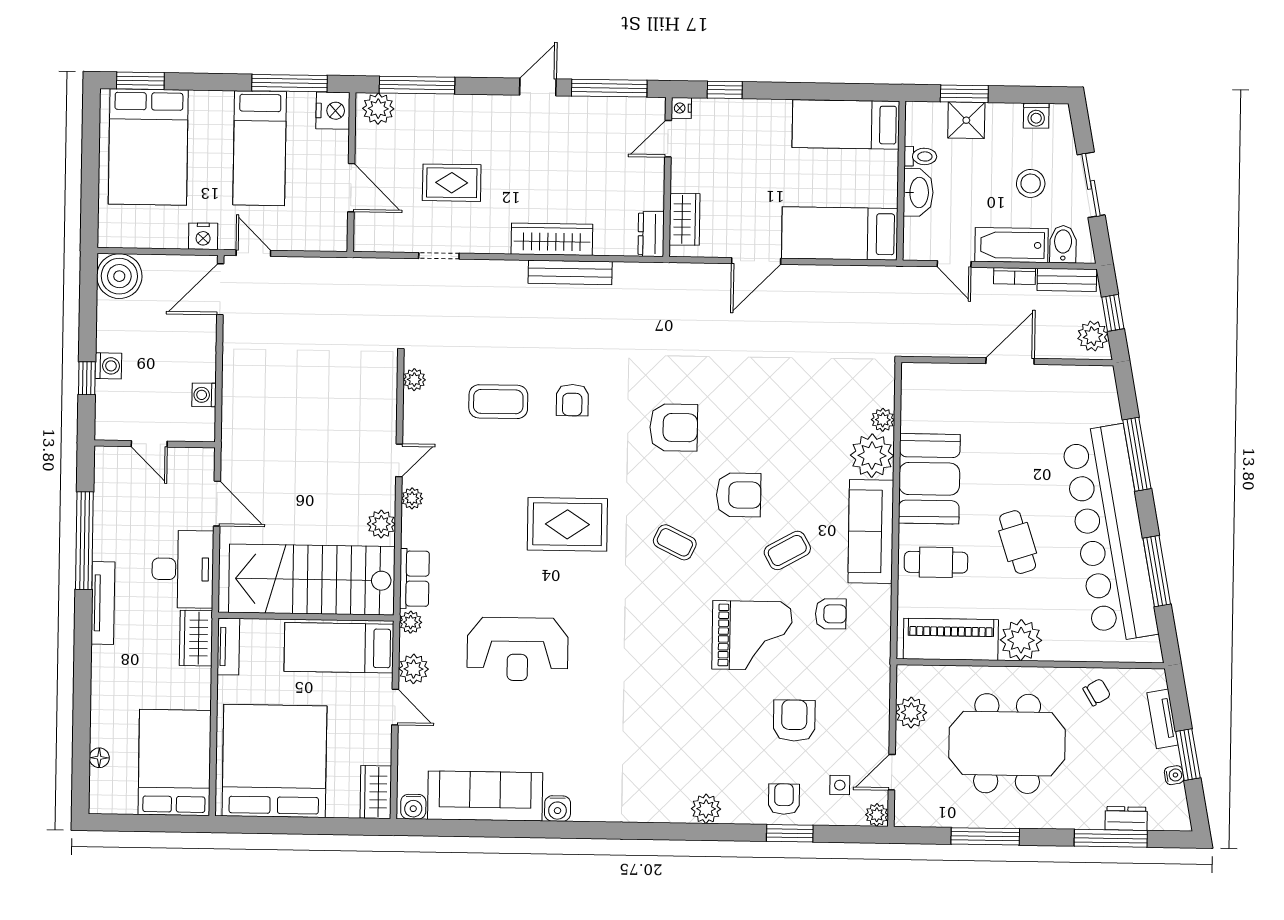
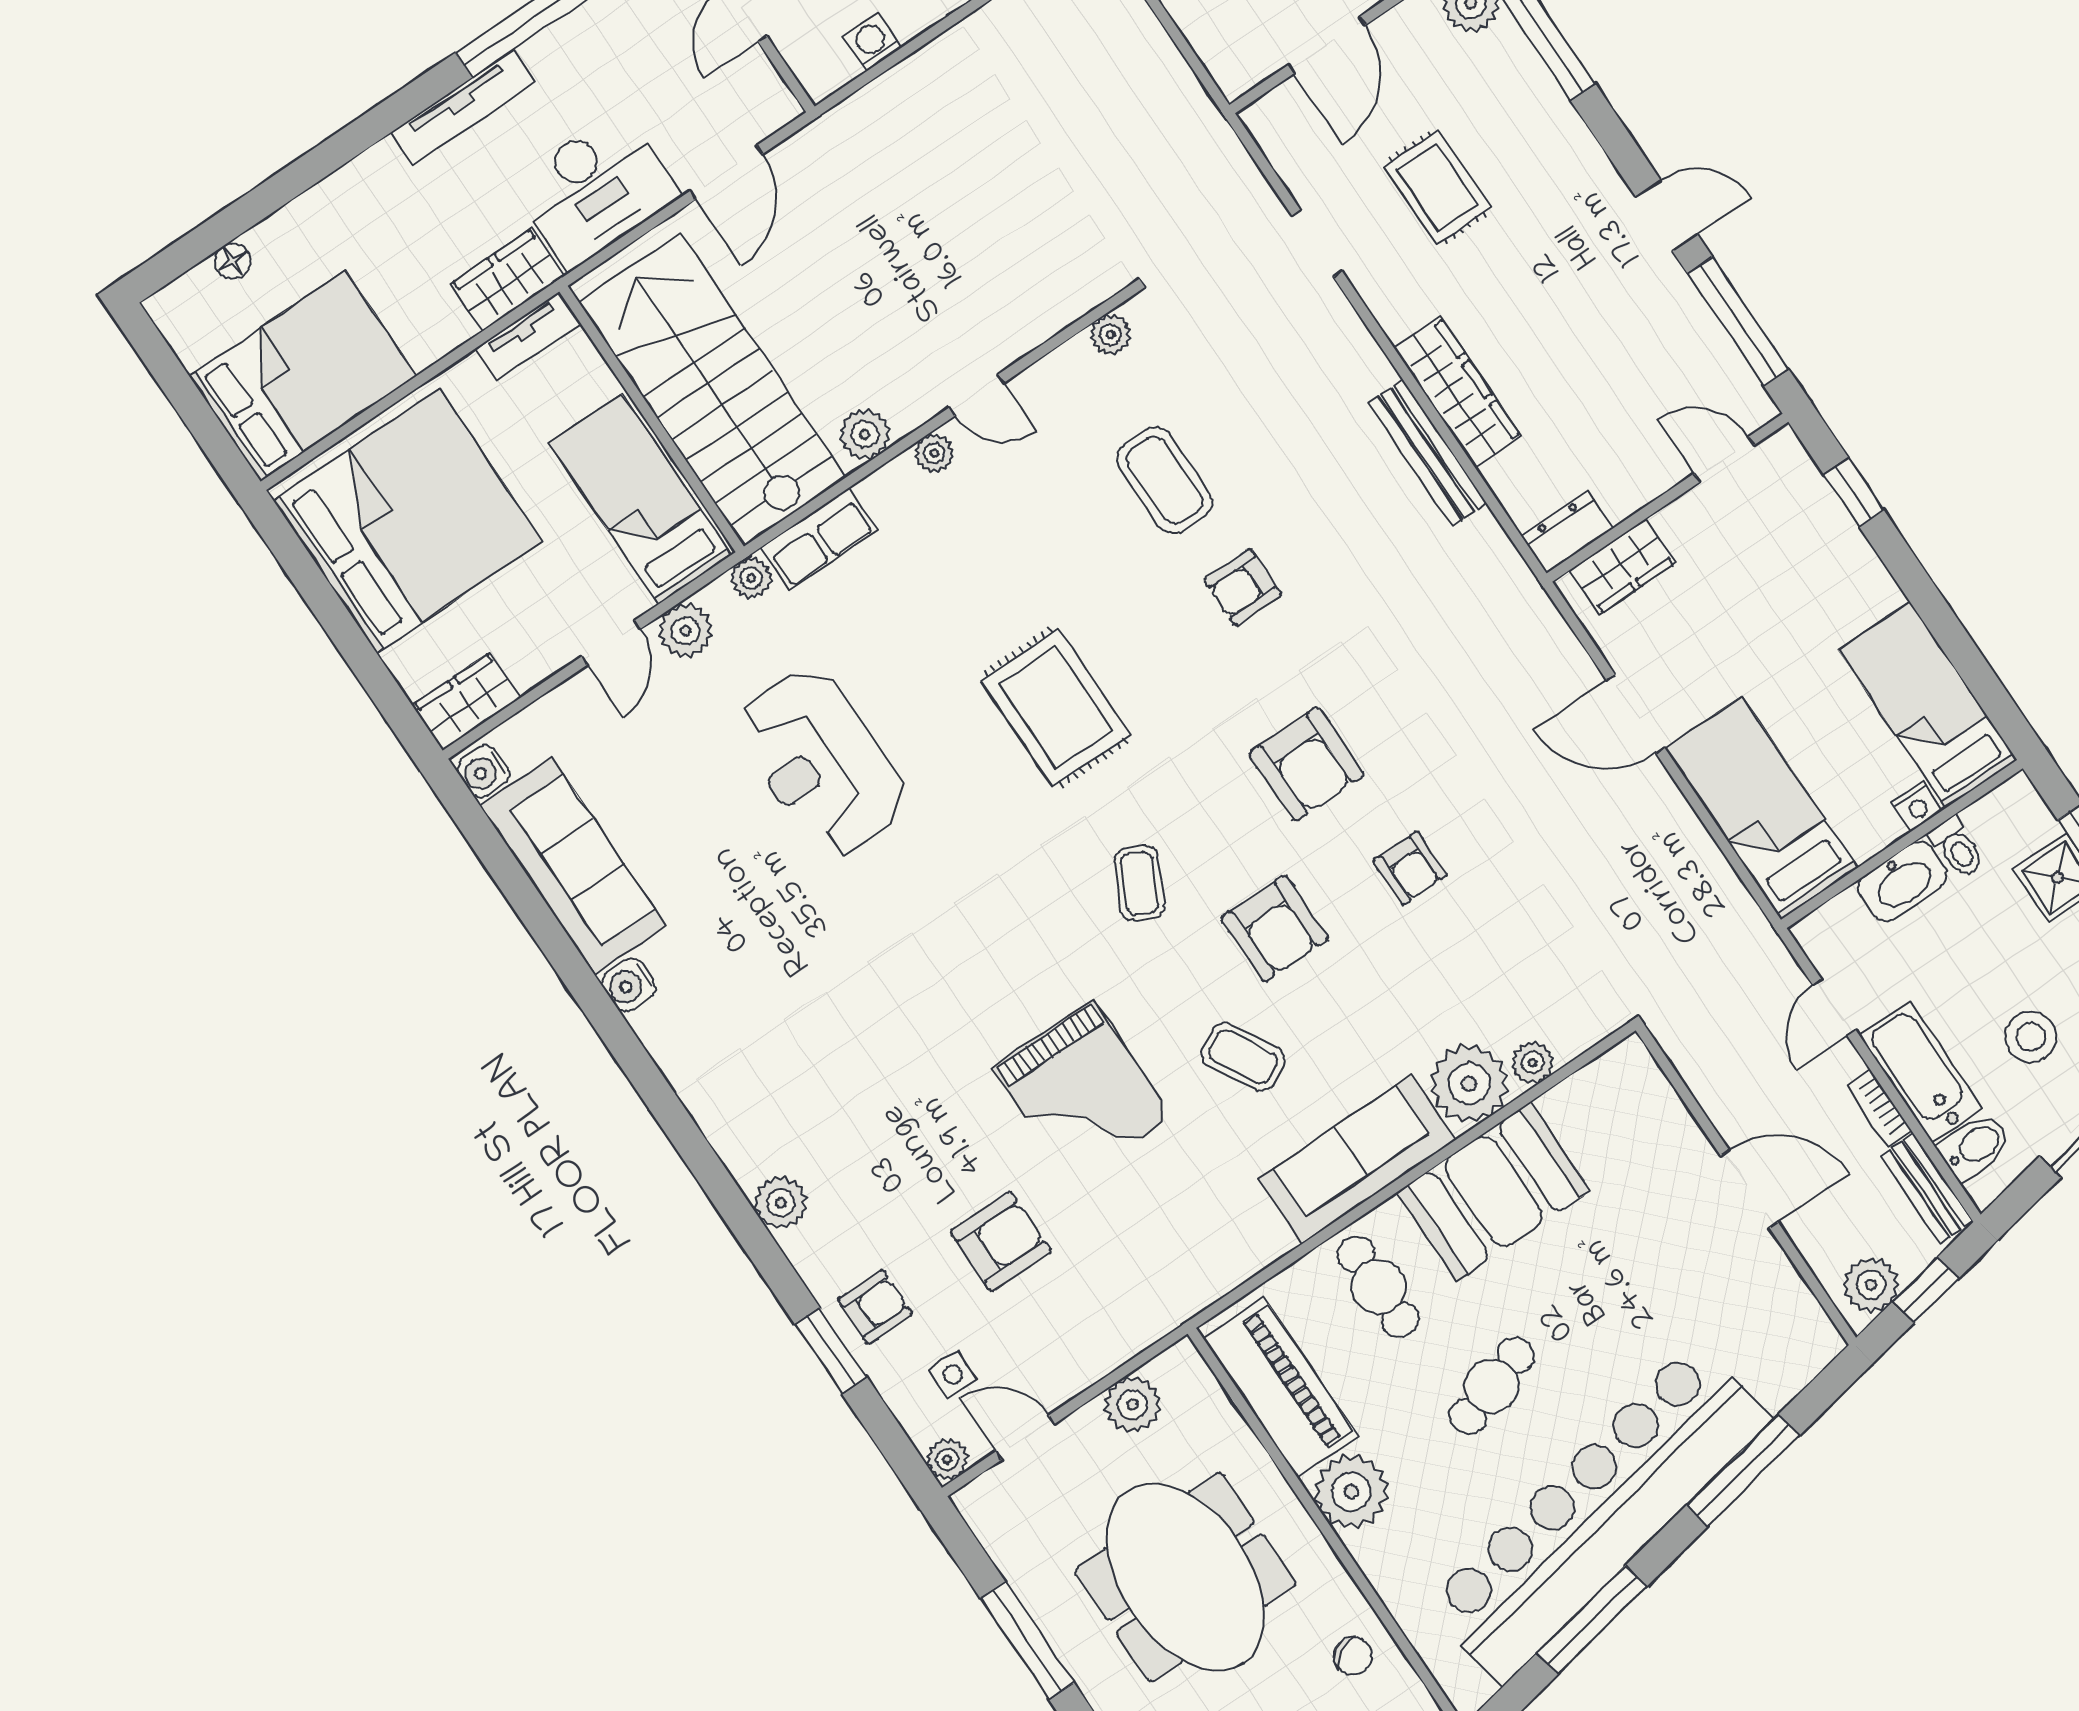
nightstand: (681, 108) -> (1917, 806), moved, turned 180
armchair: (831, 614) -> (1410, 868), moved

